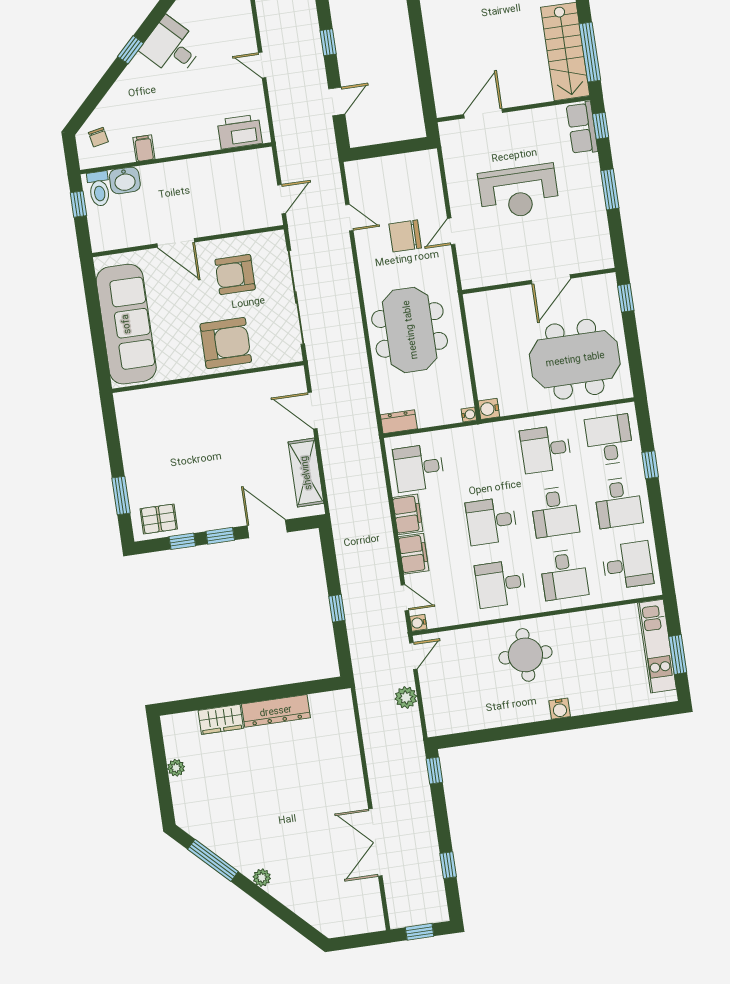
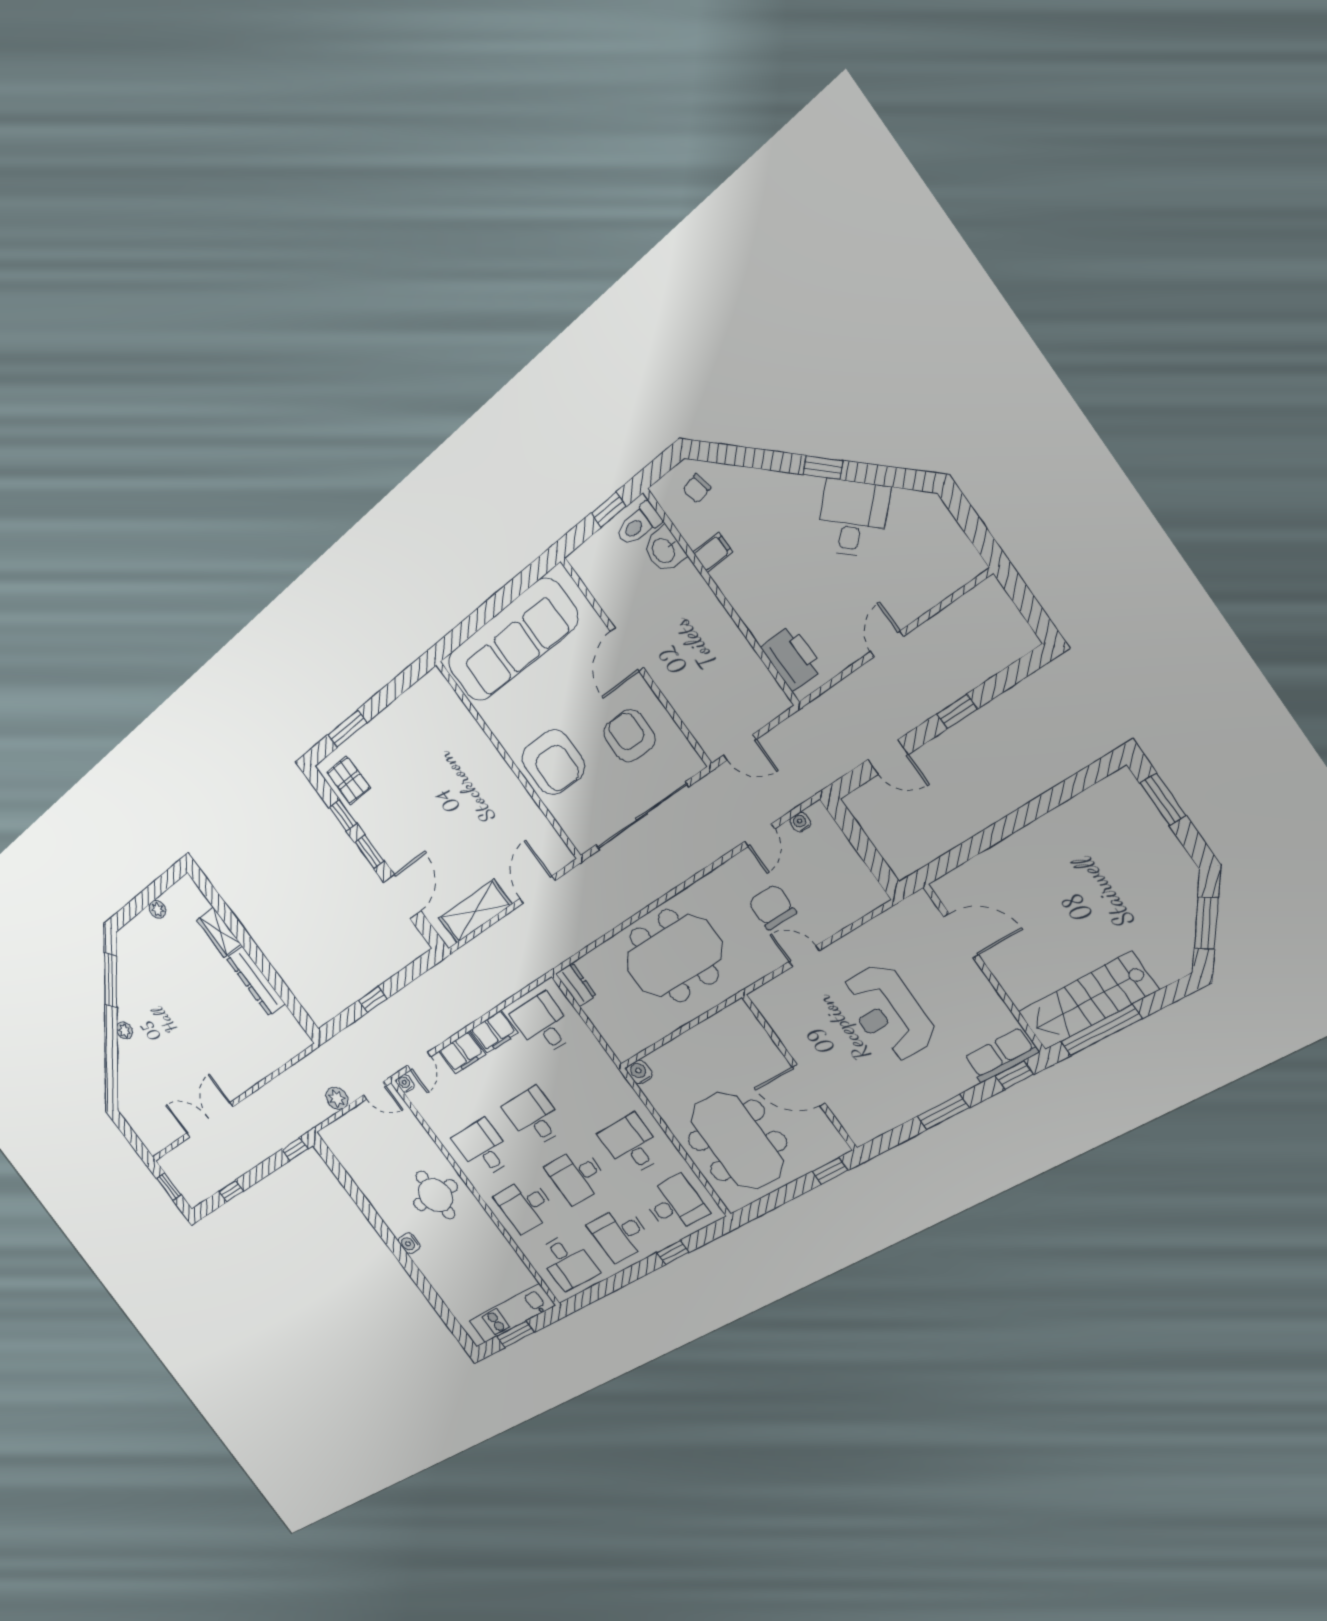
water cooler: (469, 414) -> (800, 822), moved, turned 180

